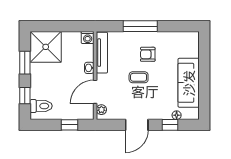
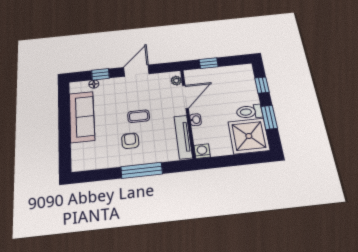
armchair: (148, 54) -> (130, 141), turned -90
toilet: (41, 106) -> (249, 112), moved

